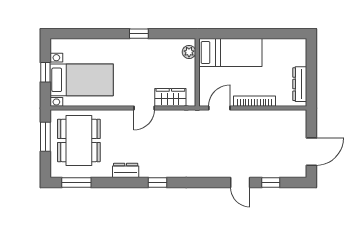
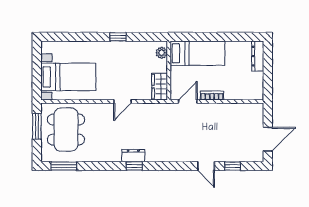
window: (45, 72) -> (37, 70), removed
dresser: (300, 84) -> (258, 56), moved
wardrobe: (170, 97) -> (160, 87), moved, turned -90
bookcase: (255, 101) -> (212, 95), width x0.64
dresser: (126, 170) -> (133, 156), moved

